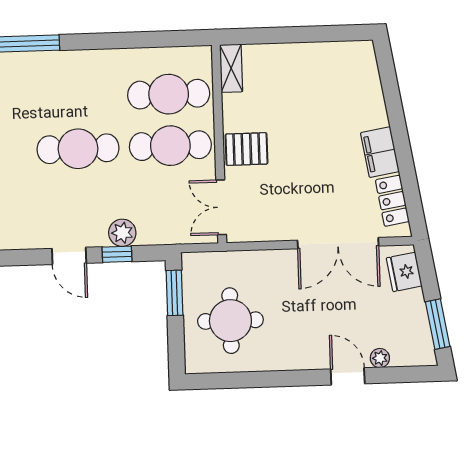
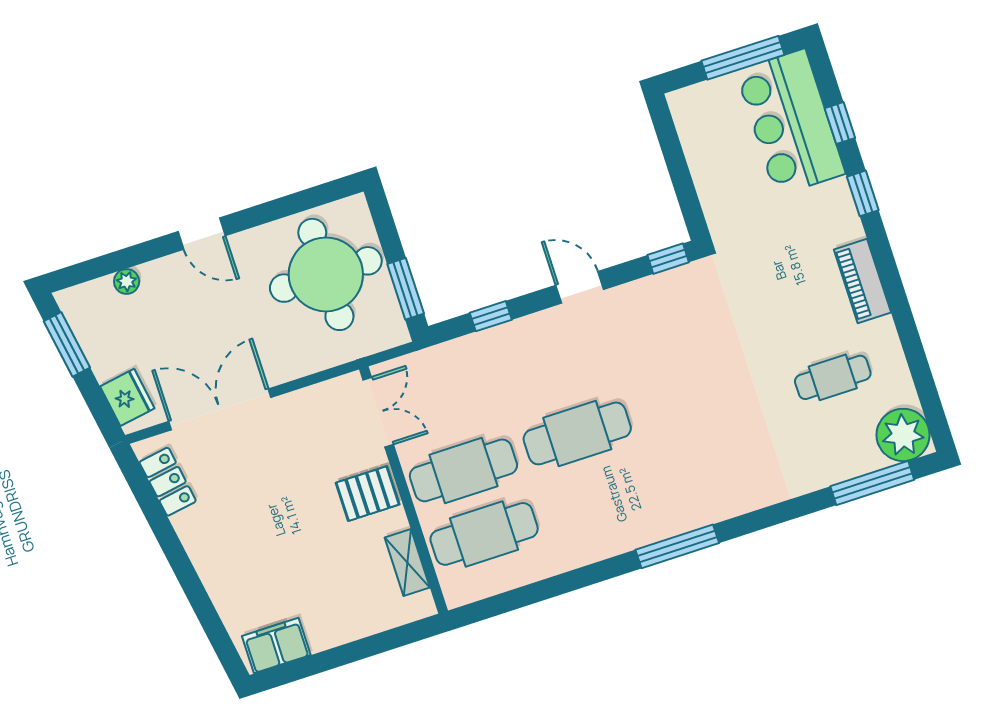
shelving: (231, 68) -> (407, 563), moved
filing cabinet: (380, 152) -> (276, 645), moved, turned -81
plant: (122, 233) -> (492, 345), removed
door: (69, 256) -> (580, 287), moved
round table: (230, 321) -> (326, 274), width x1.36, depth x1.36
door: (348, 376) -> (202, 234), moved

